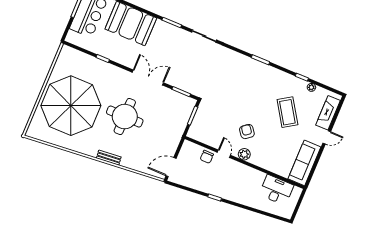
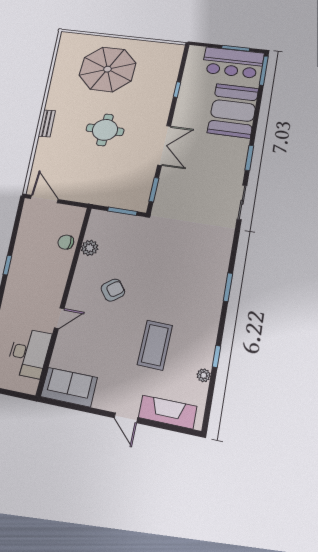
parasol: (71, 106) -> (108, 69), width x0.73, depth x0.73
coffee table: (287, 112) -> (155, 345), turned -56
round table: (125, 117) -> (105, 130), width x0.73, depth x0.73
door: (224, 154) -> (59, 318), moved
plant: (244, 154) -> (90, 248), moved
sofa: (304, 163) -> (69, 387), width x0.73

